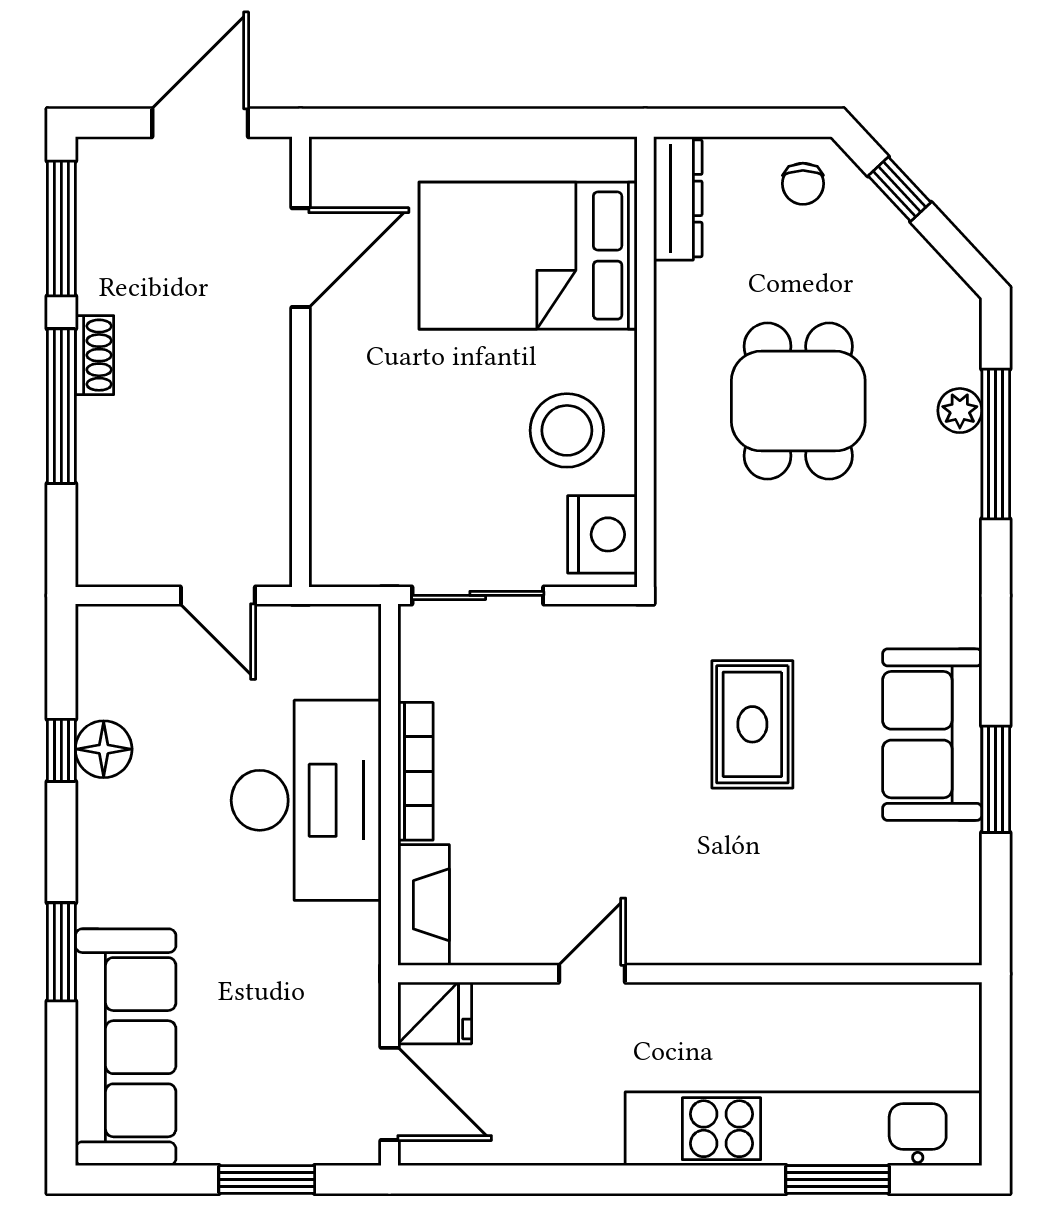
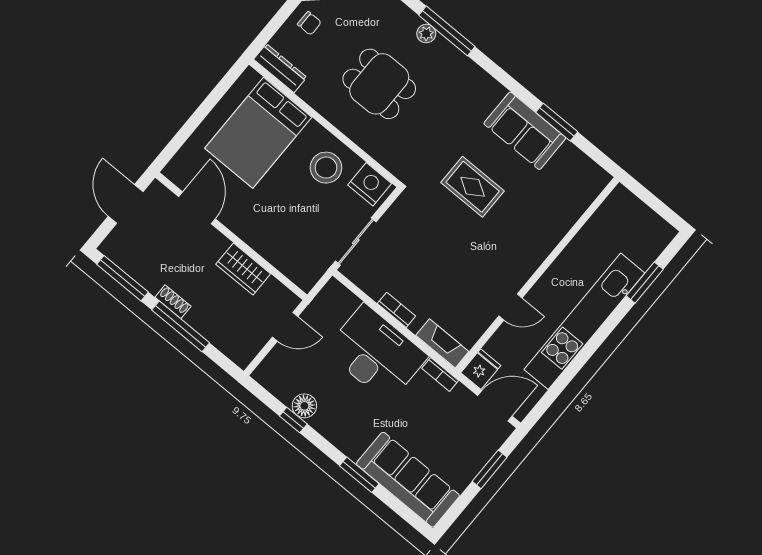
wardrobe: (259, 433) -> (243, 269), added
bookcase: (415, 771) -> (396, 310), width x0.64
bookcase: (364, 947) -> (440, 374), added
door: (592, 974) -> (511, 307), swing flipped
kitchen unit: (804, 1129) -> (584, 321), moved

